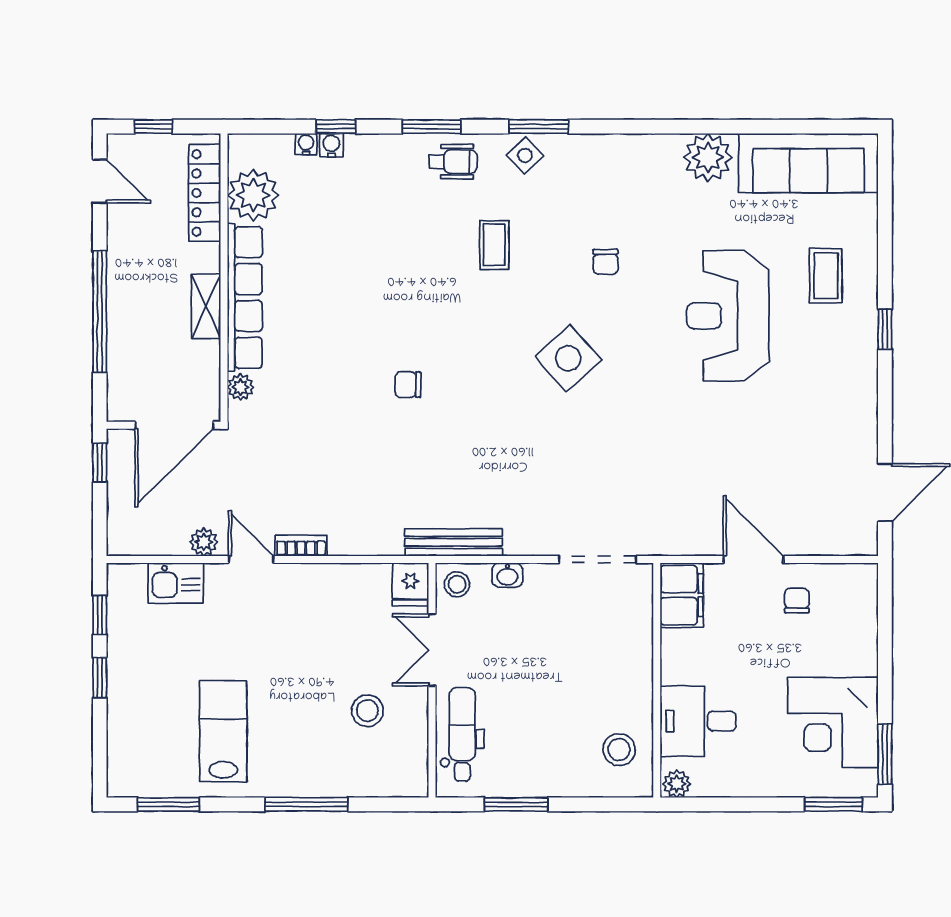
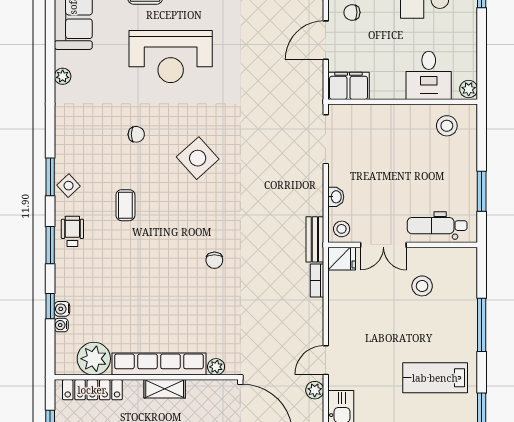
plant: (708, 157) -> (63, 76), width x0.53, depth x0.53
coffee table: (494, 245) -> (125, 205), turned 90
bench: (454, 542) -> (315, 239), width x0.73
bookcase: (301, 546) -> (317, 280), moved

